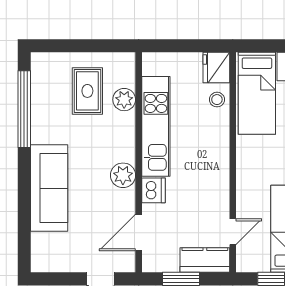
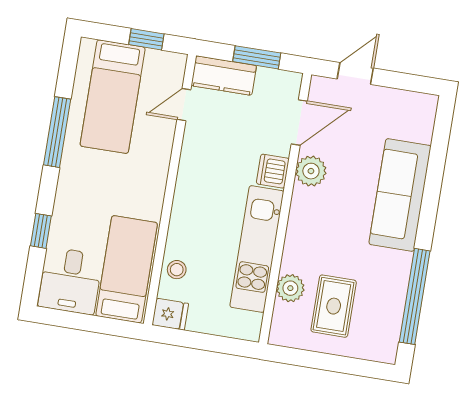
fridge: (216, 67) -> (170, 314), width x0.72
plant: (123, 175) -> (311, 171), moved

